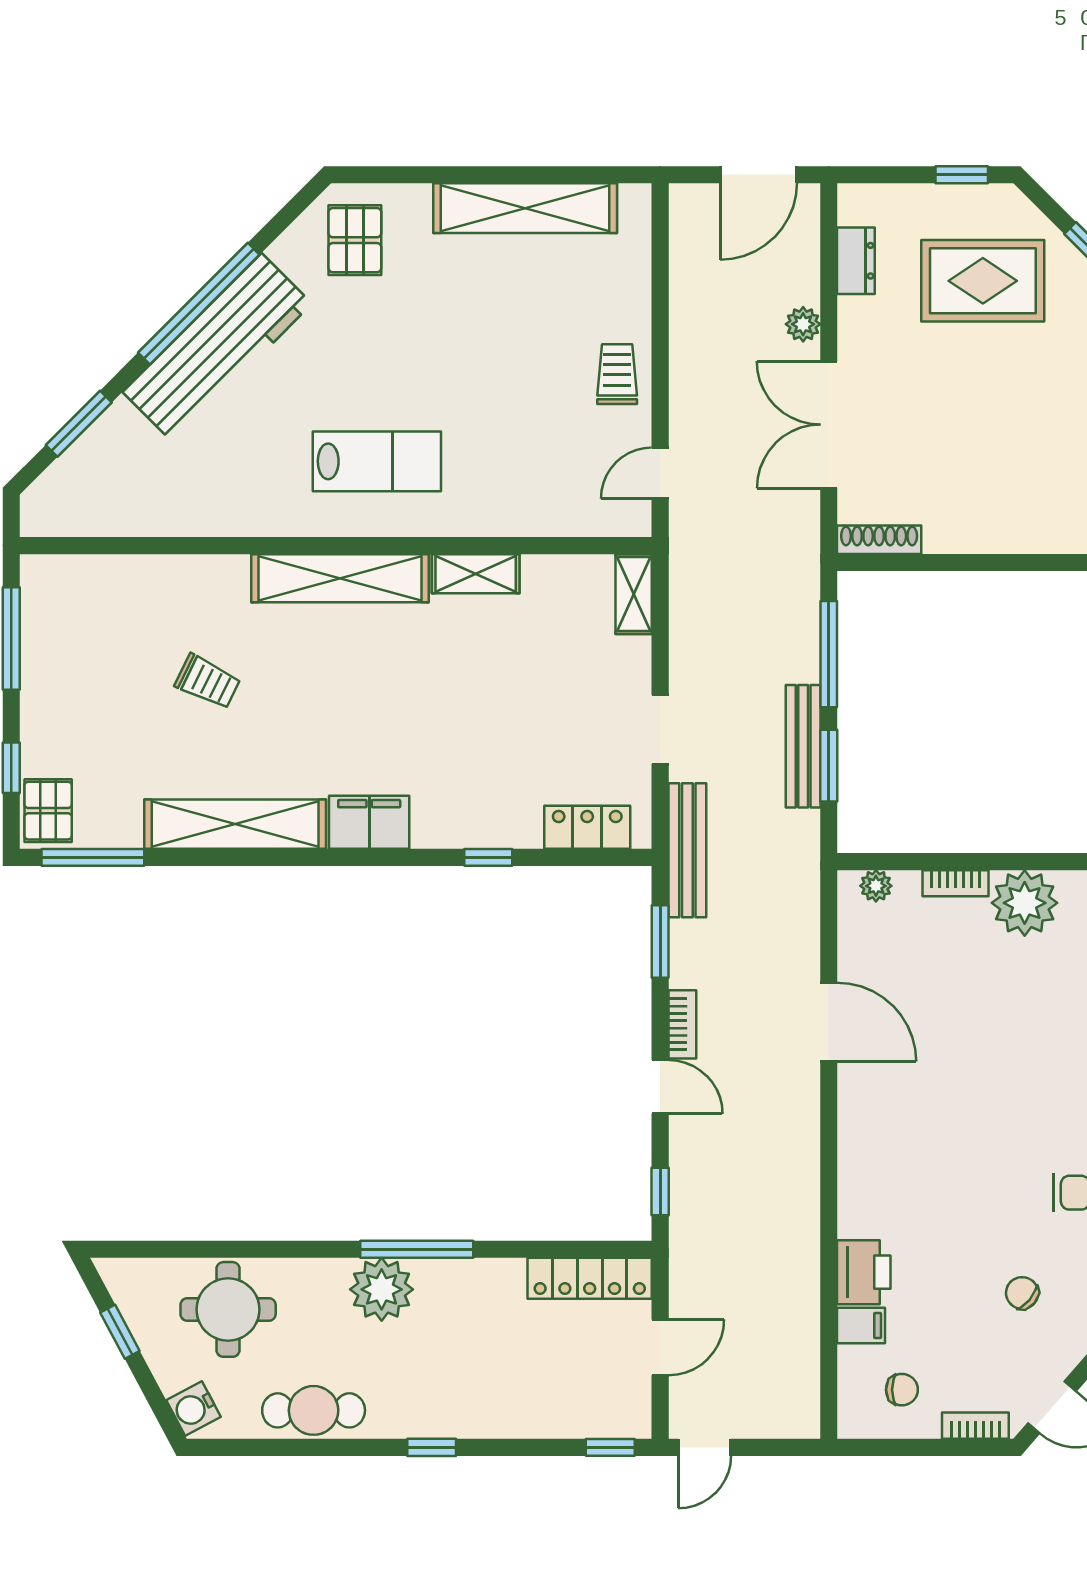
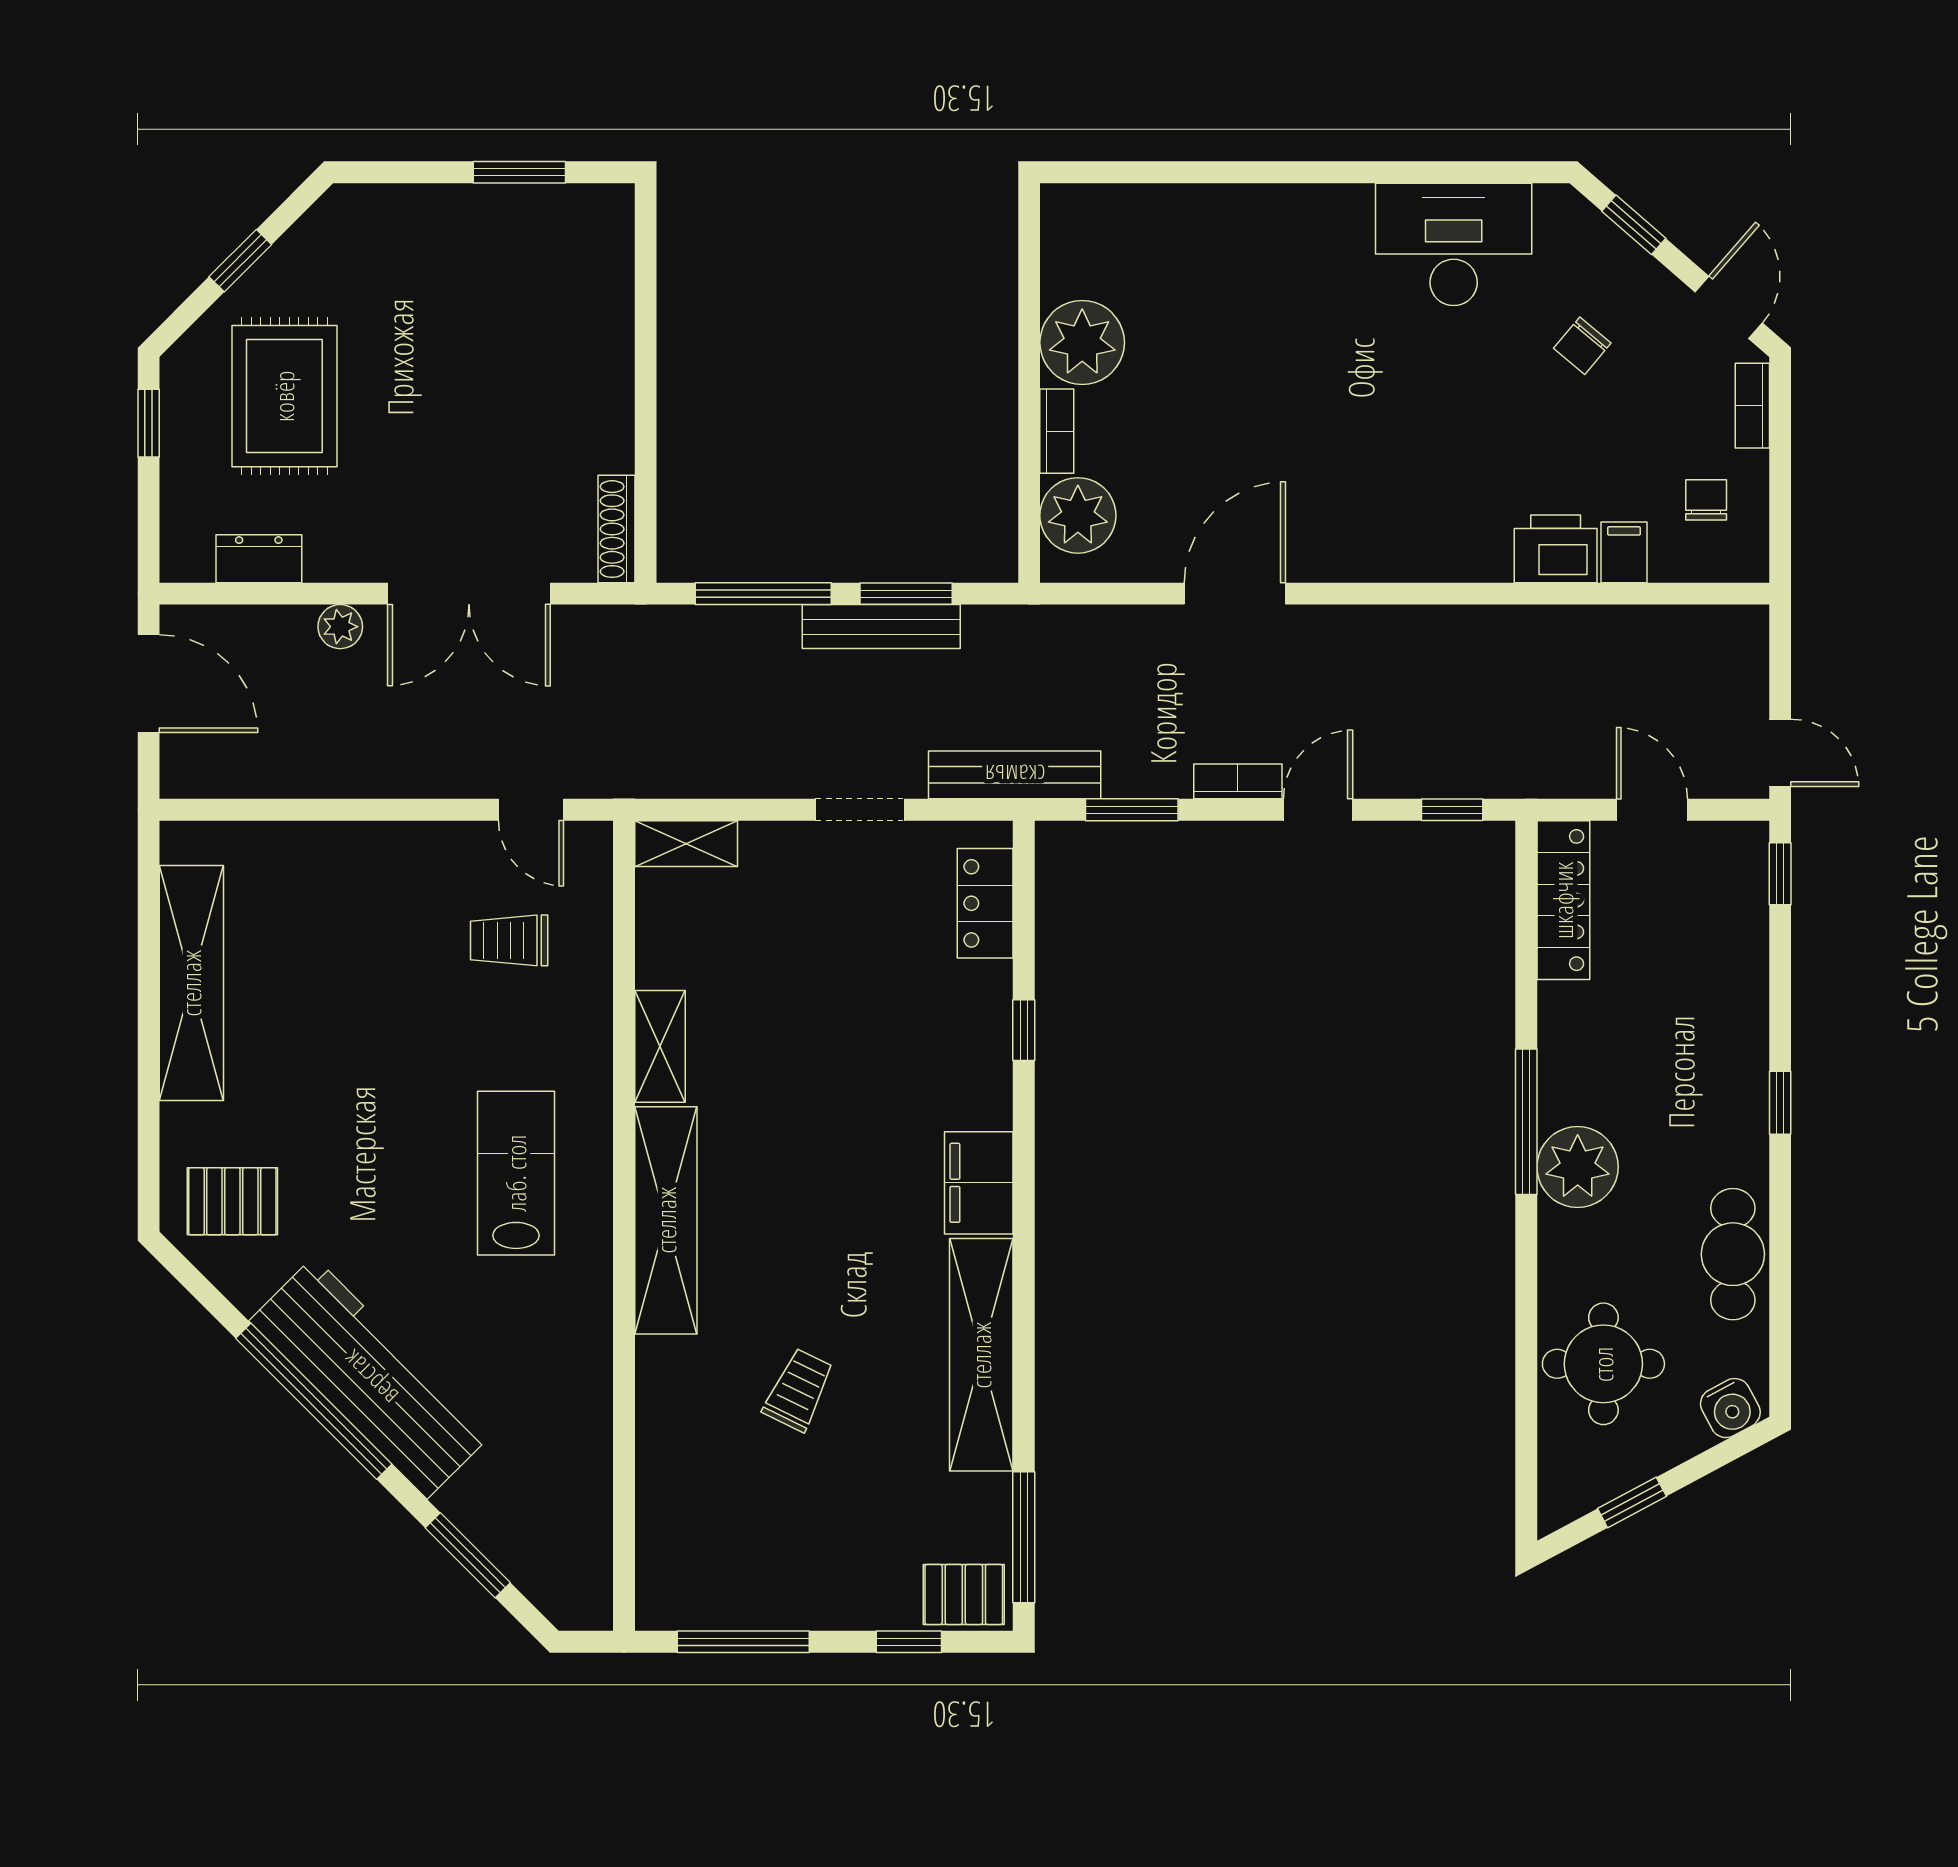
trolley: (617, 374) -> (509, 940), moved
plant: (876, 886) -> (1078, 515), width x1.88, depth x1.88

